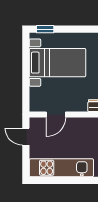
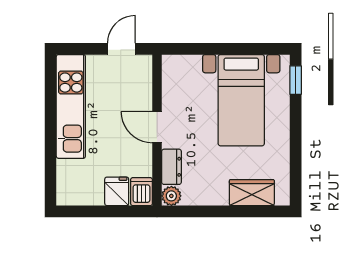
door: (56, 115) -> (157, 127), moved

